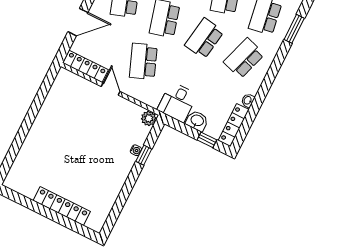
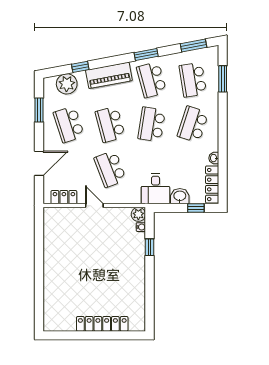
locker: (85, 66) -> (64, 197), width x0.66
water cooler: (136, 150) -> (141, 227), moved

